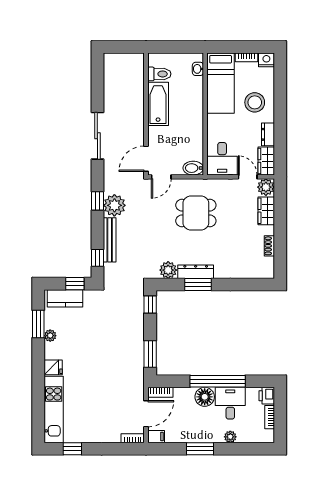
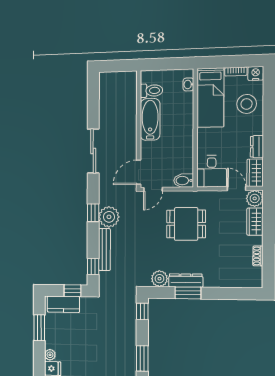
stool: (255, 102) -> (247, 104), moved
plant: (50, 336) -> (50, 355), moved

